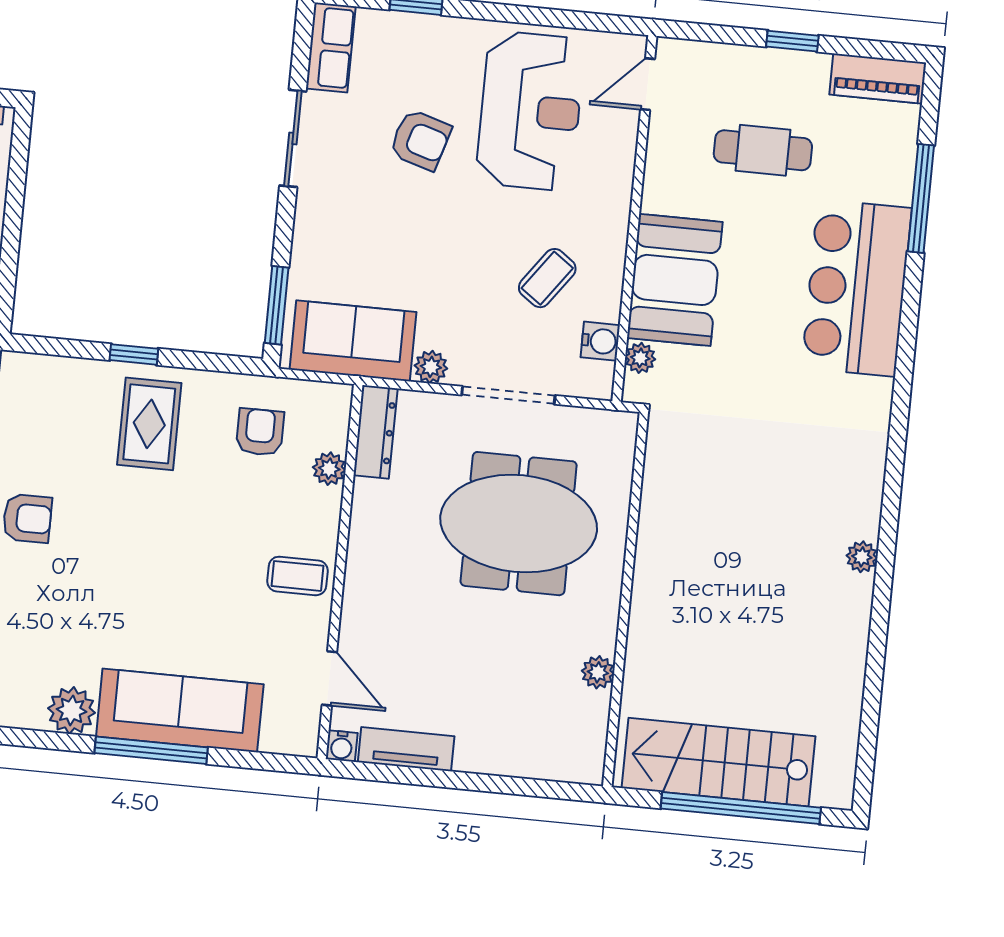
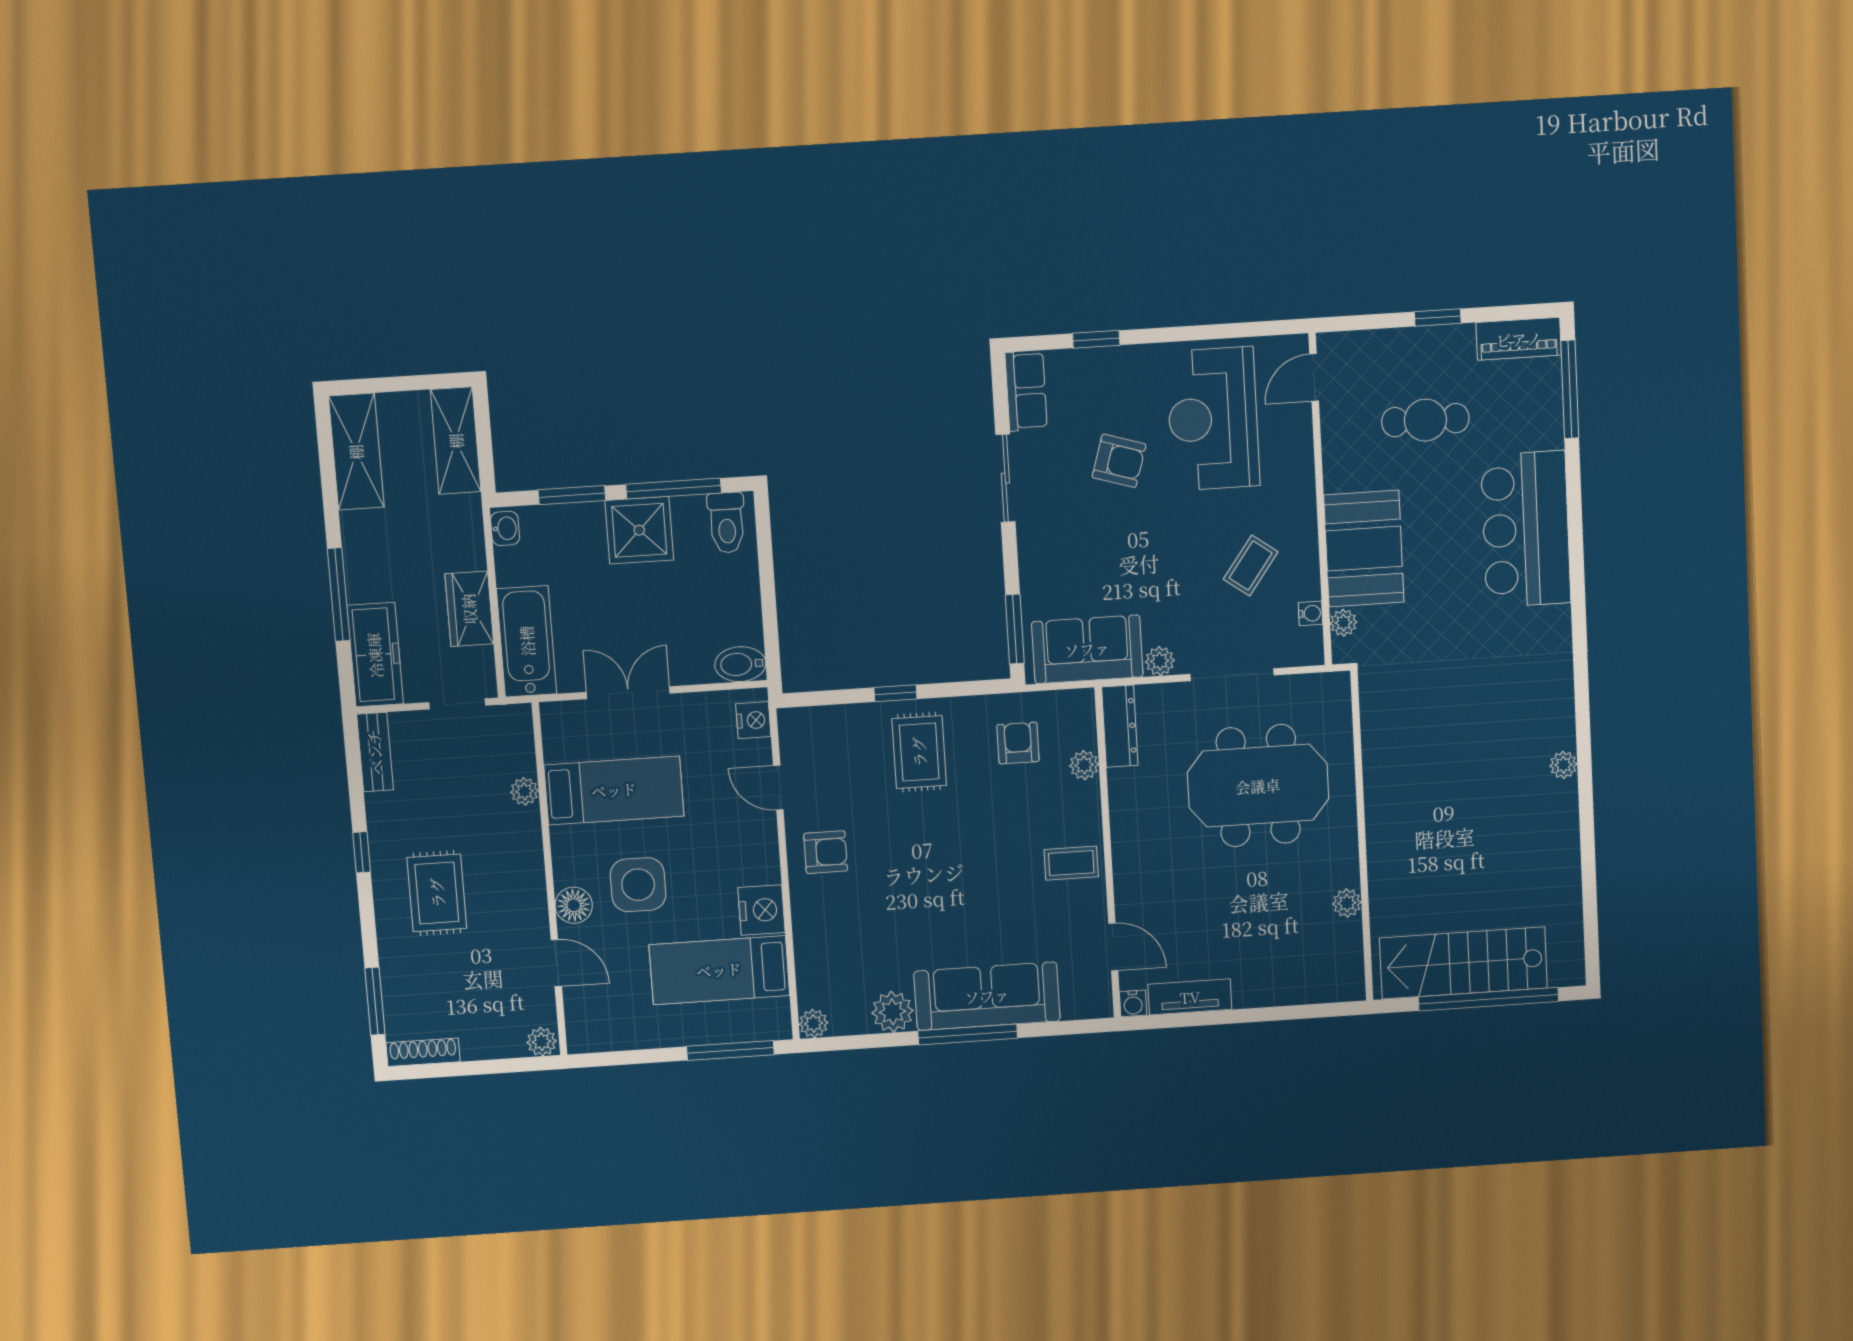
reception desk: (530, 111) -> (1213, 419), turned 180
window: (921, 198) -> (1570, 389), moved
water cooler: (600, 341) -> (1310, 613), width x0.72, depth x0.72

